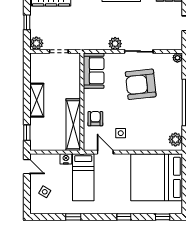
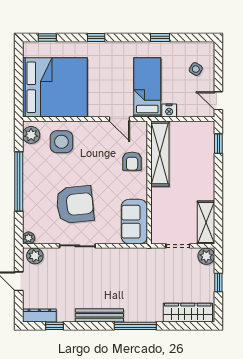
plant: (115, 44) -> (35, 256), moved
shelving: (37, 100) -> (206, 223), moved
side table: (121, 133) -> (61, 142), moved, width x1.87, depth x1.87

